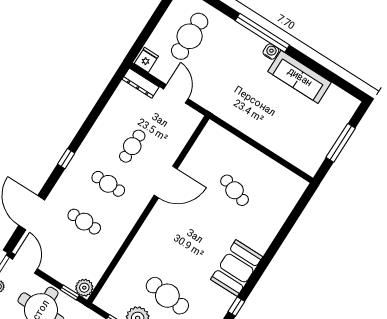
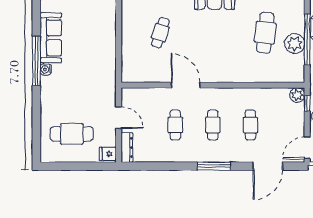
window: (262, 33) -> (36, 61), moved
door: (176, 94) -> (119, 118), swing flipped
cafe table: (132, 146) -> (175, 125), turned 90
window: (66, 159) -> (214, 166), width x2.17

